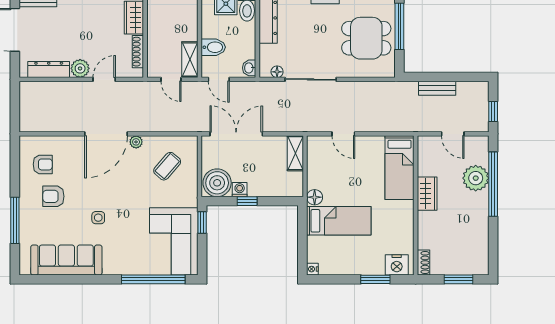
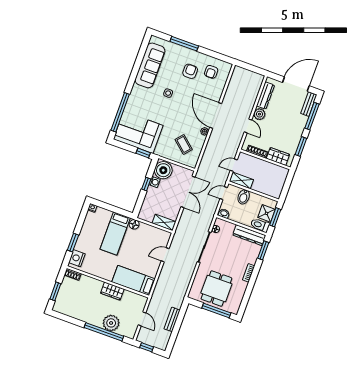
door: (453, 134) -> (142, 319), swing flipped

